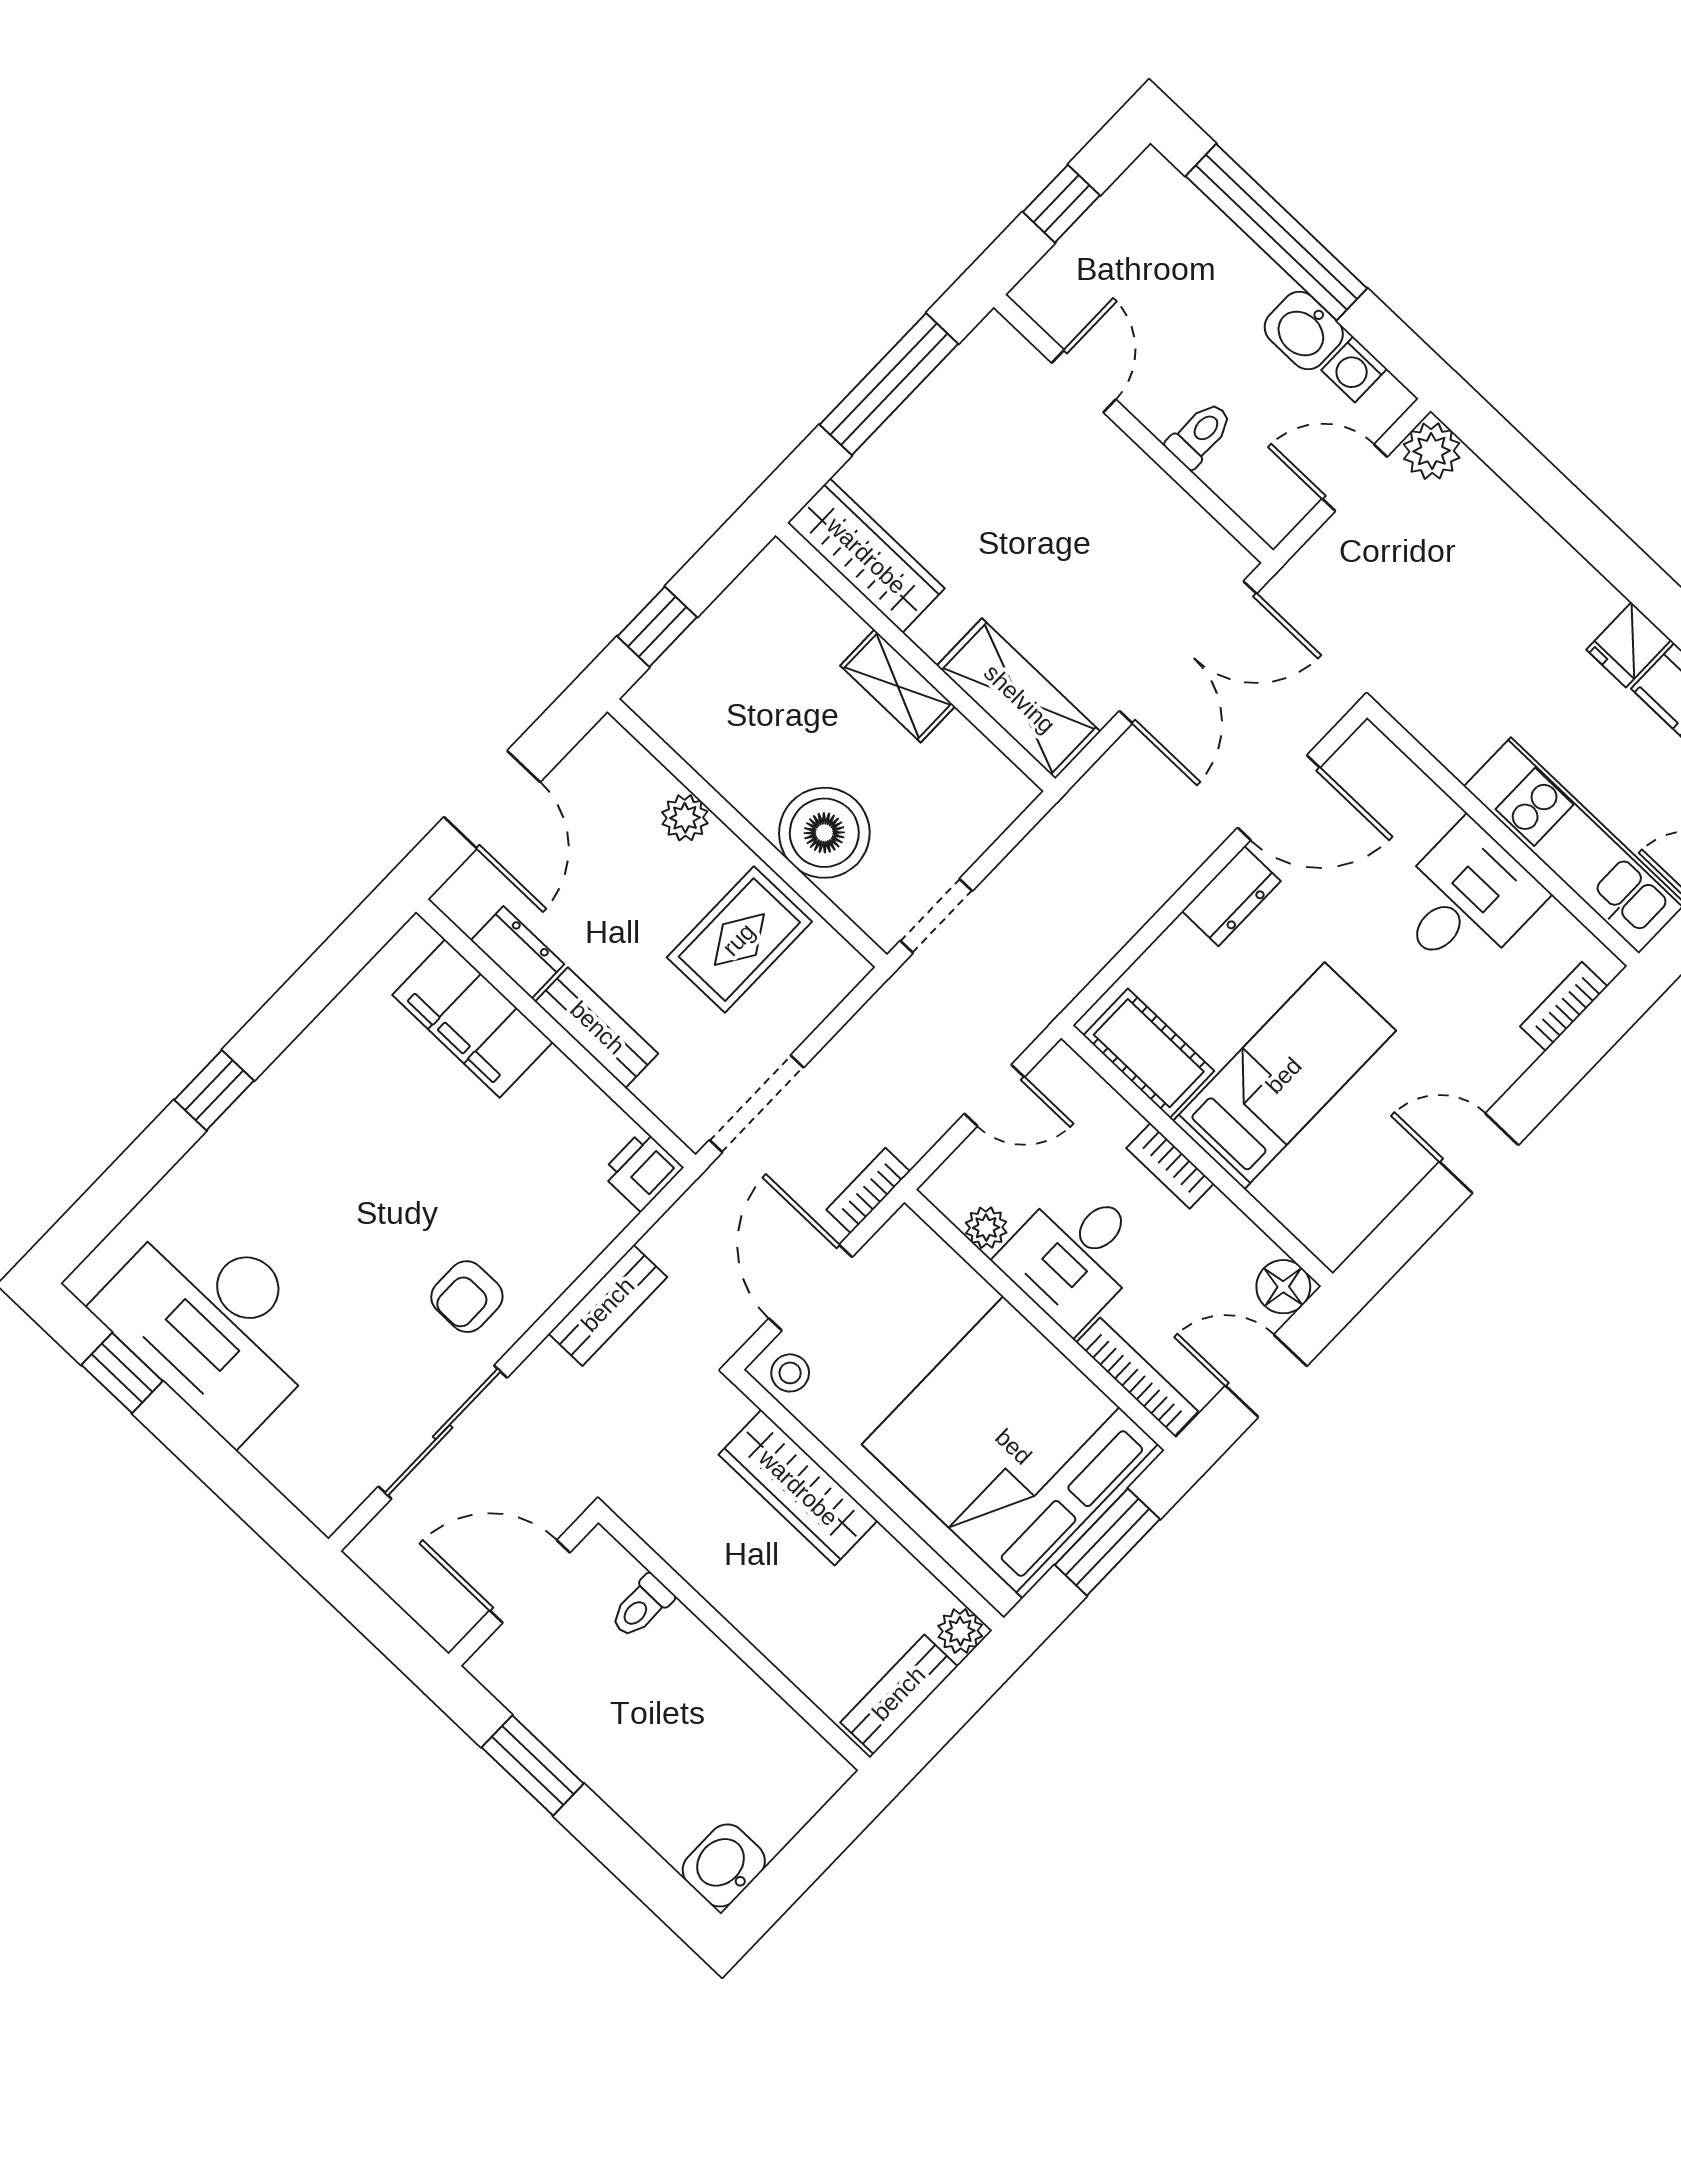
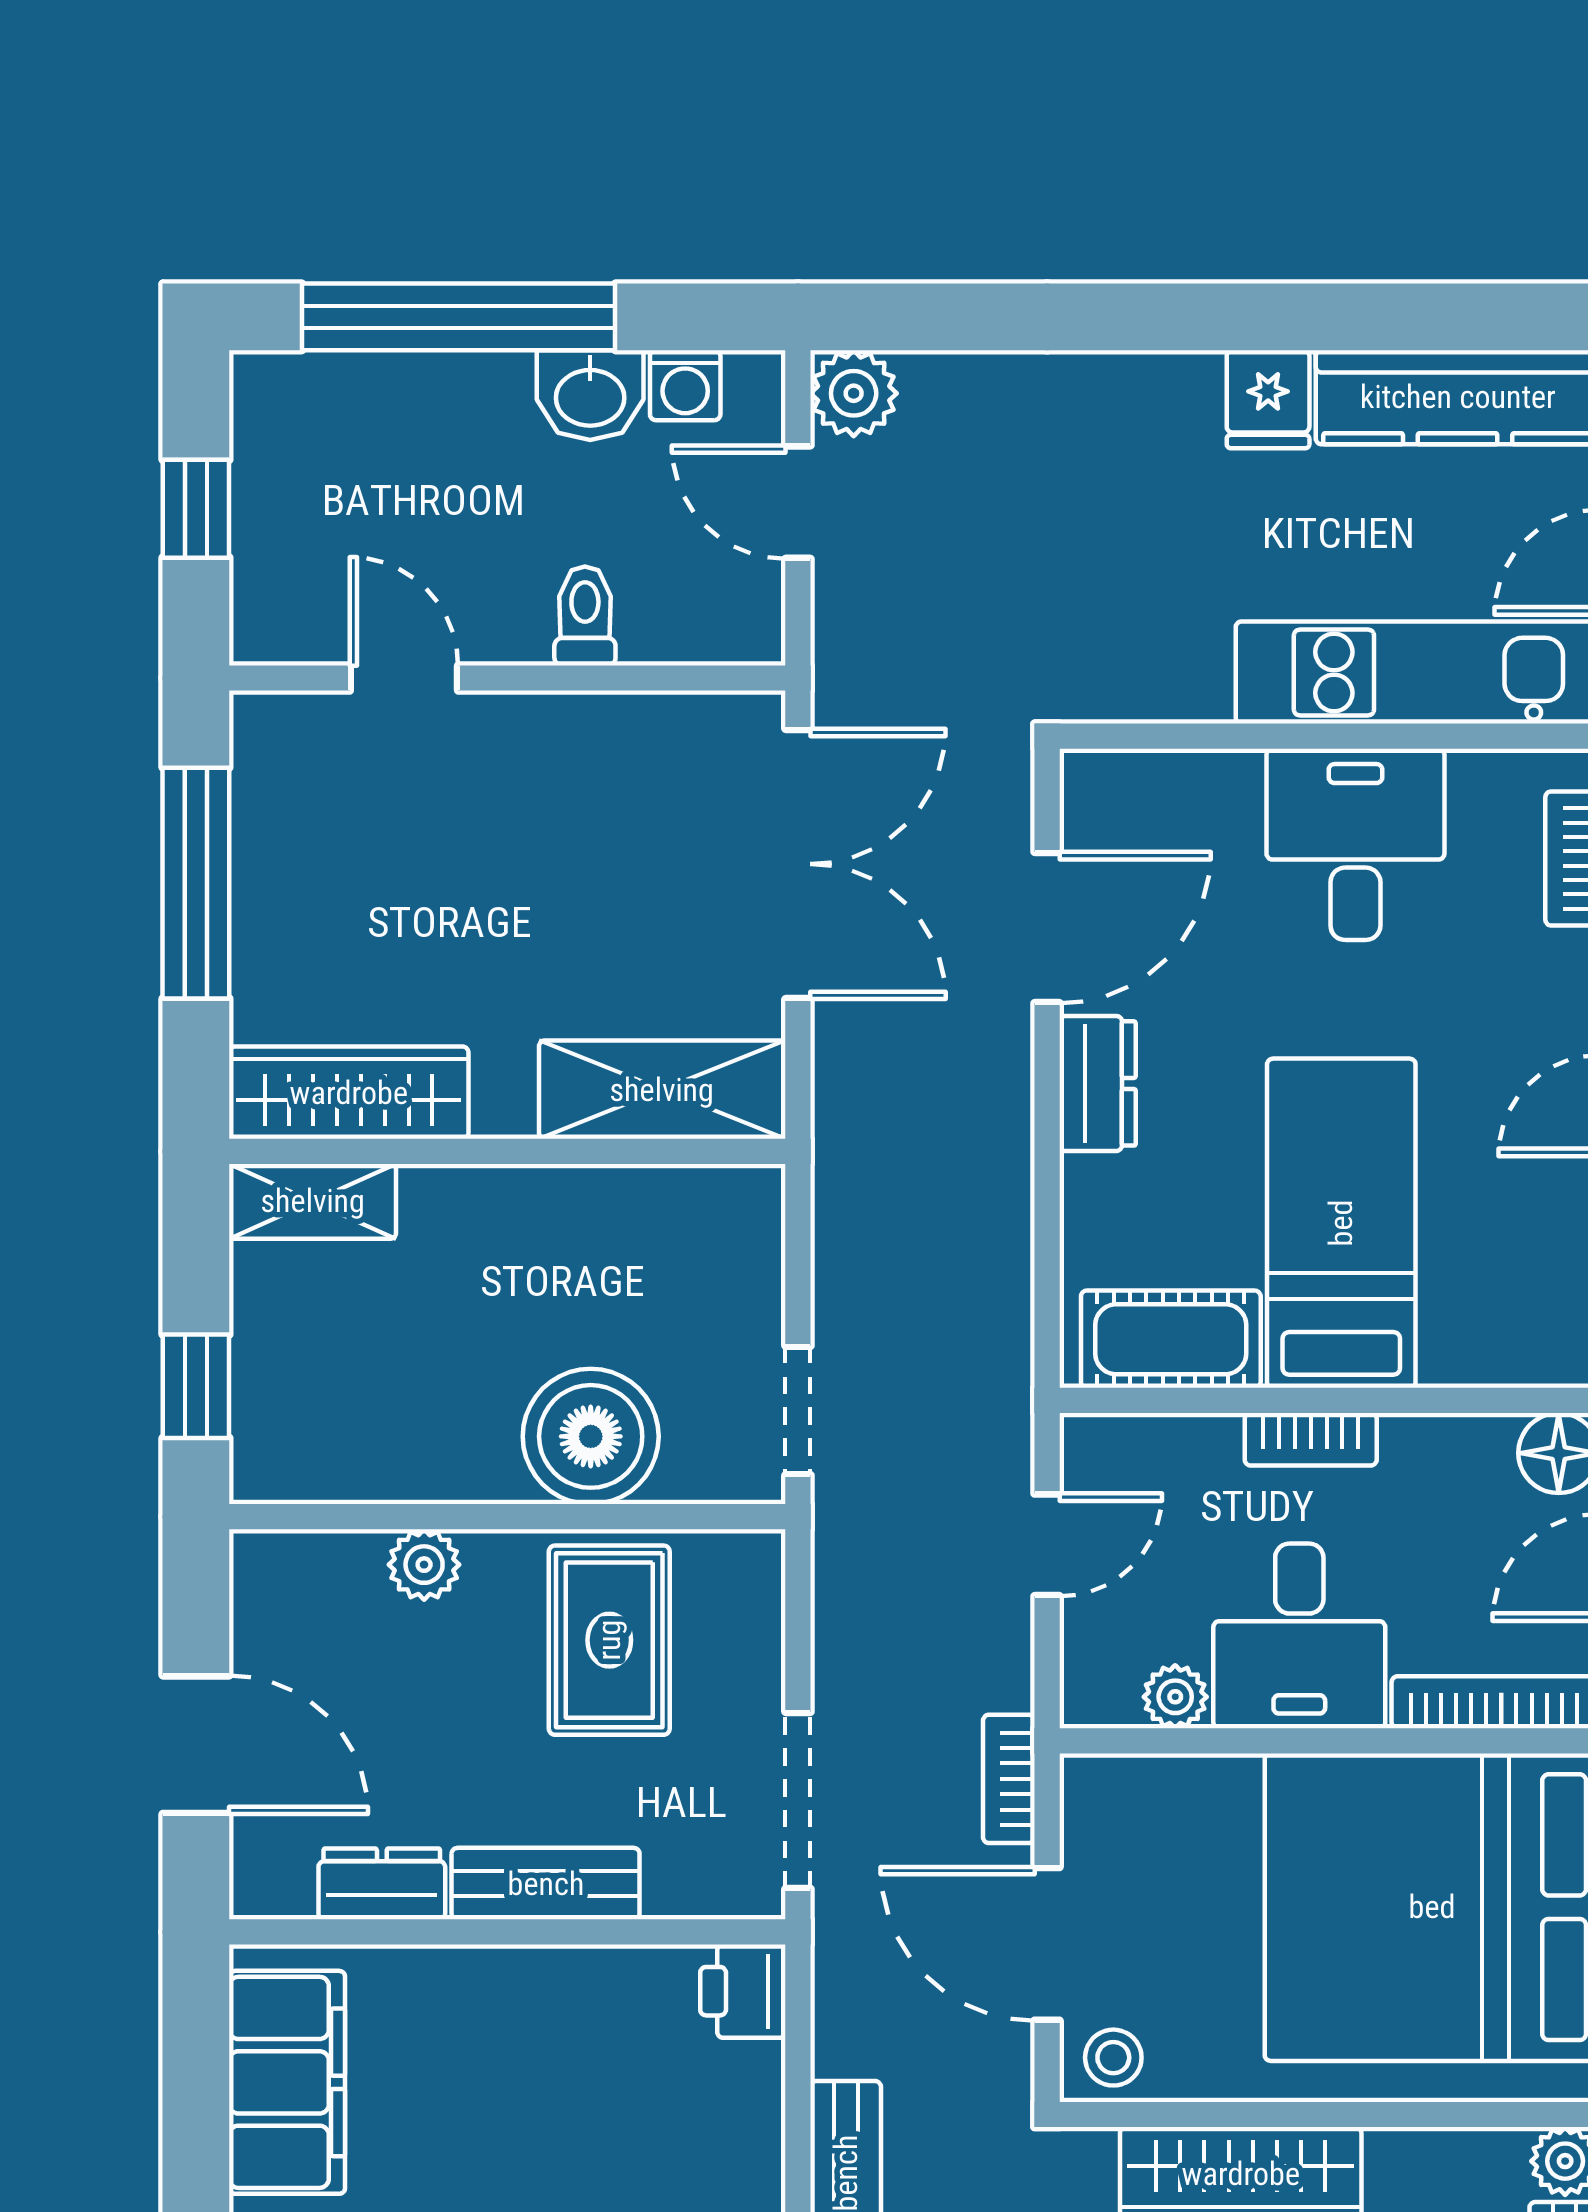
door: (1355, 478) -> (798, 502), hinge flipped
shelving: (898, 686) -> (313, 1201), moved
filing cabinet: (473, 1018) -> (287, 2082), moved, turned -90

